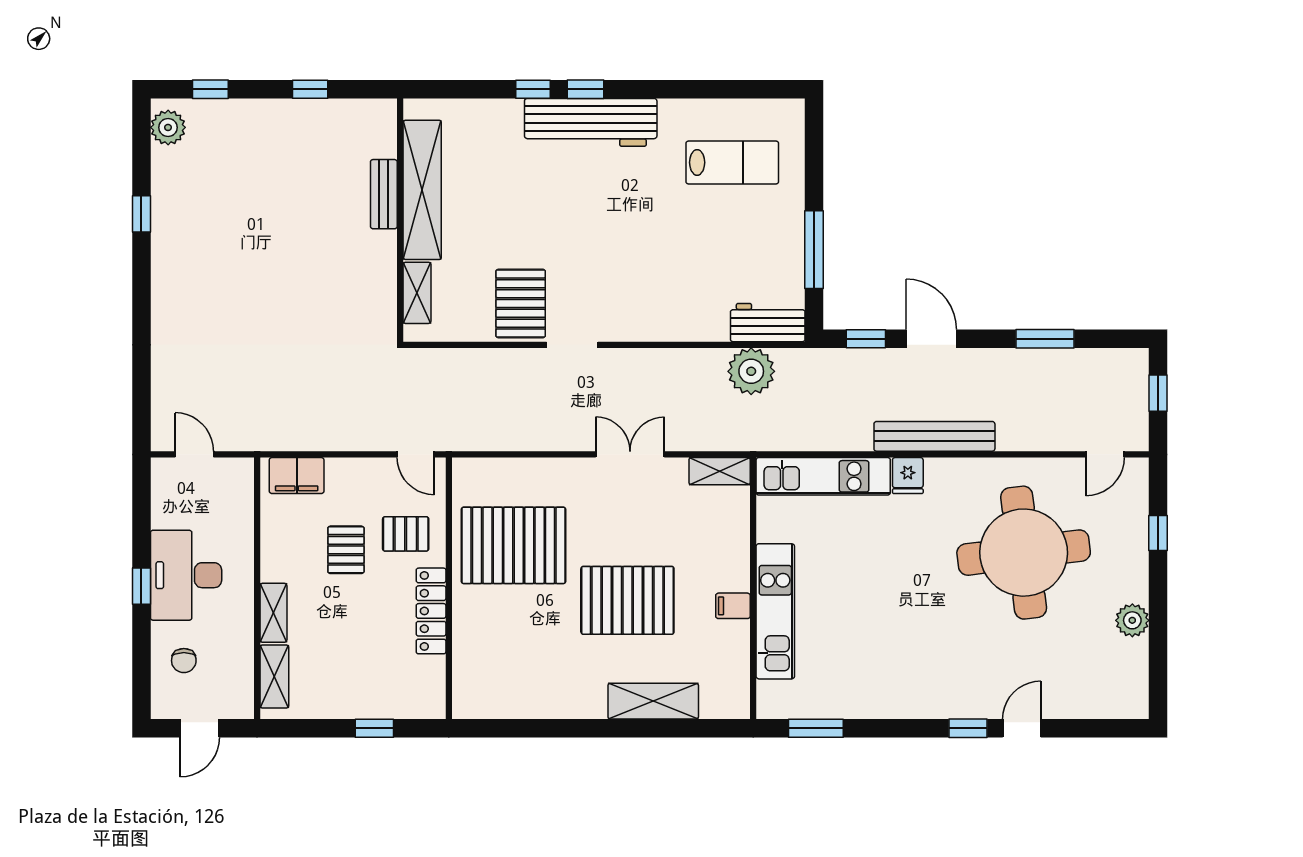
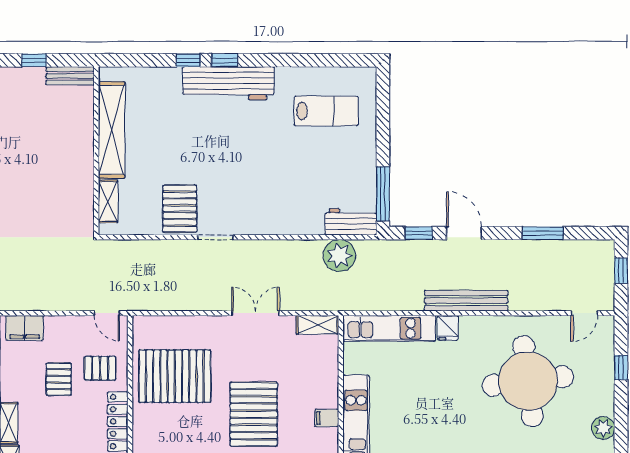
bench: (384, 194) -> (70, 76), moved, turned 90
window: (814, 250) -> (383, 194), moved
pallet: (627, 600) -> (254, 414), turned 90

